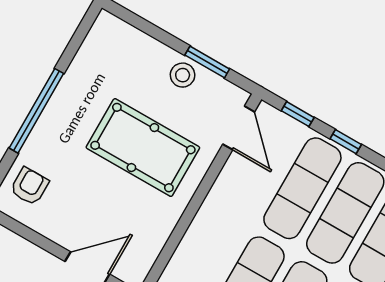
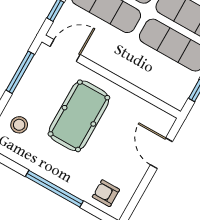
window: (207, 62) -> (20, 72), width x1.44
stool: (183, 75) -> (19, 125), moved

